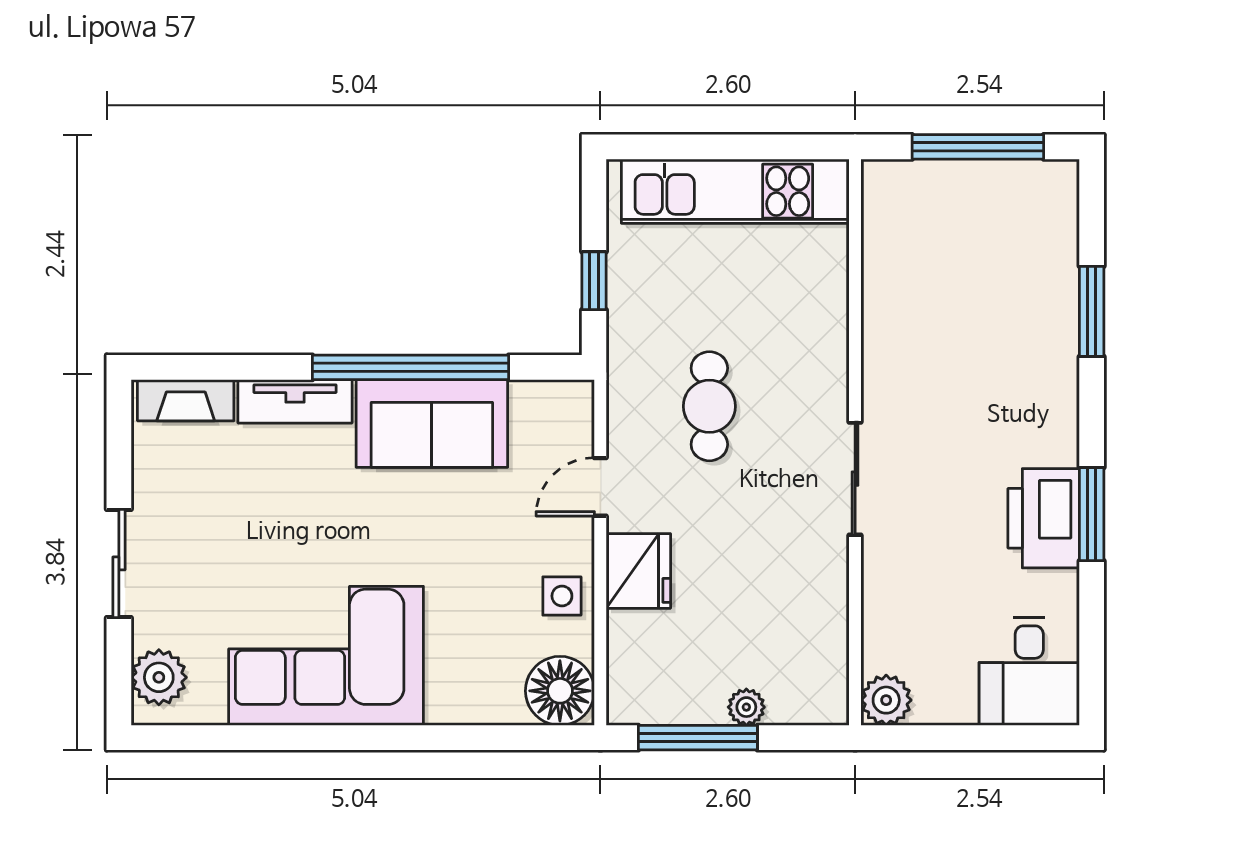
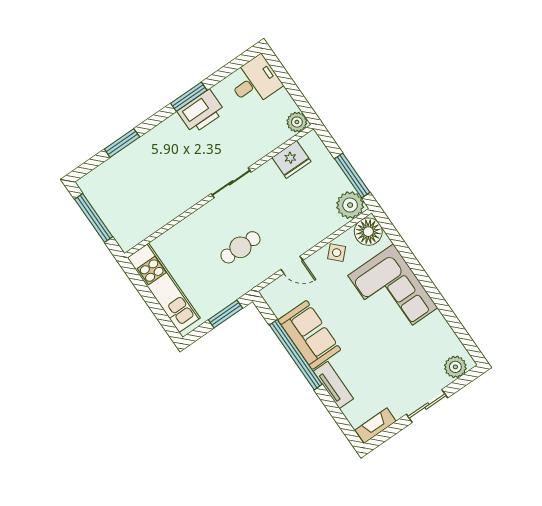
window: (594, 281) -> (225, 314), width x1.50
fireplace: (186, 400) -> (376, 426), moved, turned -90
fridge: (638, 571) -> (291, 160), moved, turned 180
side table: (562, 596) -> (337, 253), turned 45
corner sofa: (326, 656) -> (393, 292), moved
plant: (746, 707) -> (350, 205), moved, width x1.88, depth x1.88

